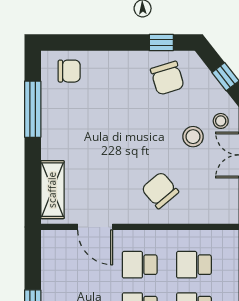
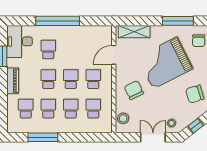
grand piano: (110, 133) -> (165, 63), added
stool: (193, 137) -> (123, 118), moved
chair: (160, 190) -> (134, 90), turned -76

